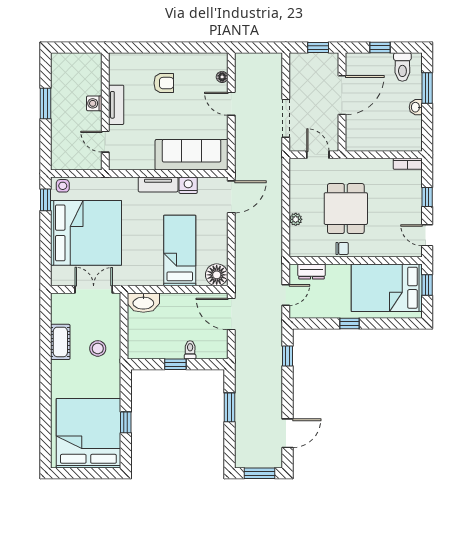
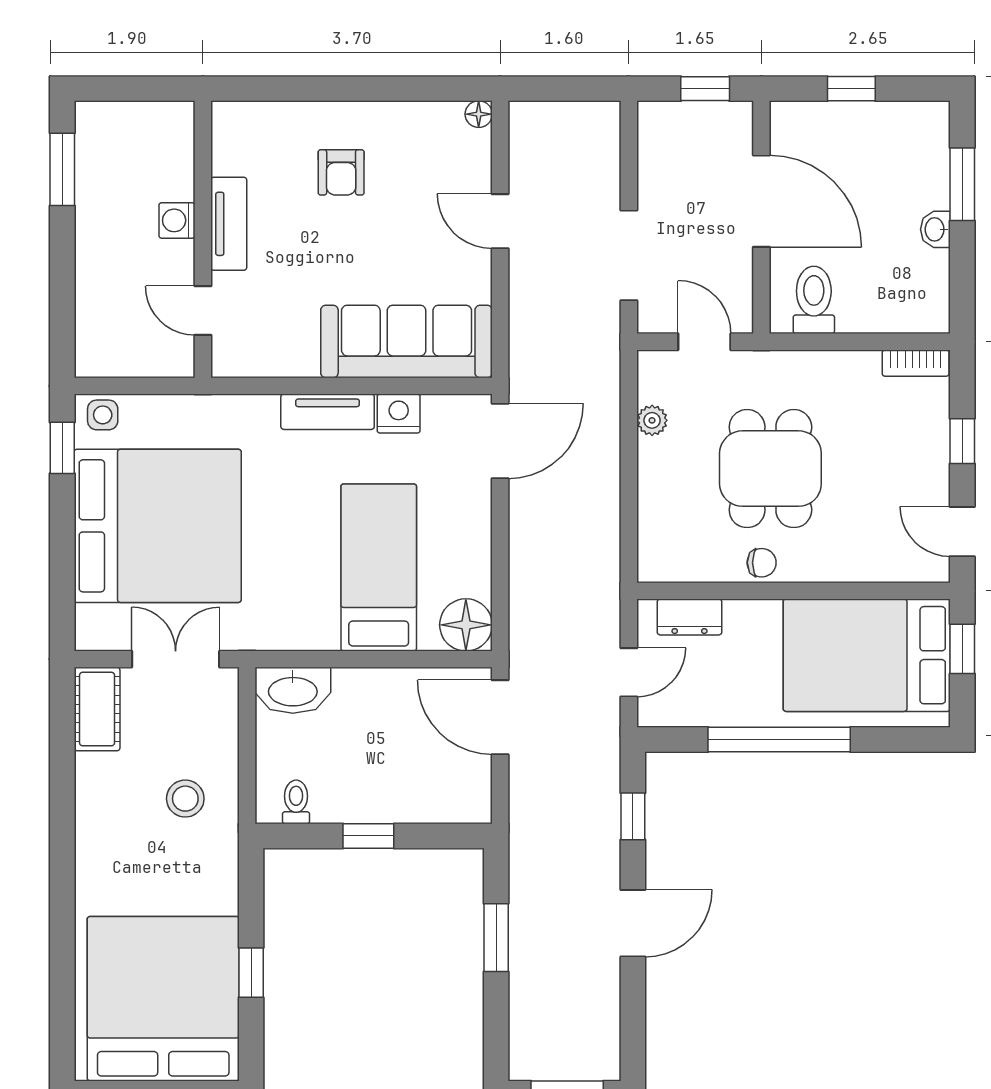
toilet: (402, 67) -> (814, 300), moved, turned 180
floor lamp: (222, 77) -> (479, 114), moved
armchair: (164, 83) -> (341, 172), turned 90
door: (342, 95) -> (761, 201), hinge flipped
window: (46, 103) -> (62, 169), moved
plant: (296, 219) -> (652, 420), moved
window: (350, 323) -> (779, 740), width x3.17
cot: (60, 342) -> (97, 709), moved
toilet: (190, 350) -> (296, 802), moved
door: (287, 433) -> (633, 923), moved

